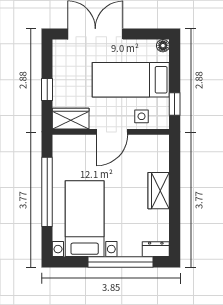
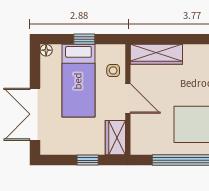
window: (175, 104) -> (84, 39), moved
wardrobe: (159, 191) -> (156, 54), moved, width x1.50

